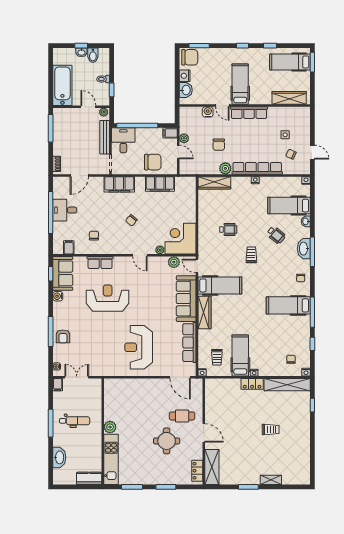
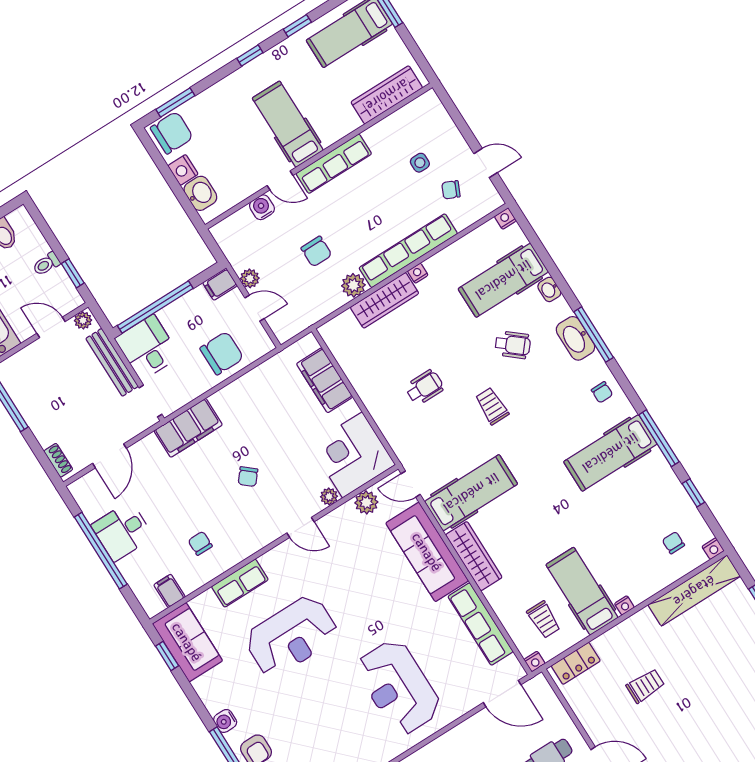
wardrobe: (214, 183) -> (385, 300), moved
filing cabinet: (160, 184) -> (325, 380), moved, turned 90
water cooler: (58, 296) -> (225, 721), moved
reception desk: (108, 298) -> (291, 636), turned 180
locker: (252, 384) -> (576, 663), moved
trolley: (271, 429) -> (645, 686), moved

